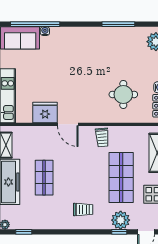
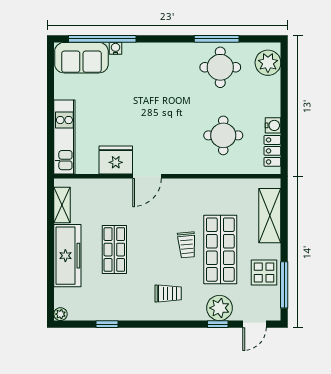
round table: (121, 45) -> (220, 67), added
door: (68, 124) -> (147, 176), hinge flipped
trolley: (102, 137) -> (187, 245), moved
window: (24, 232) -> (107, 324), moved

